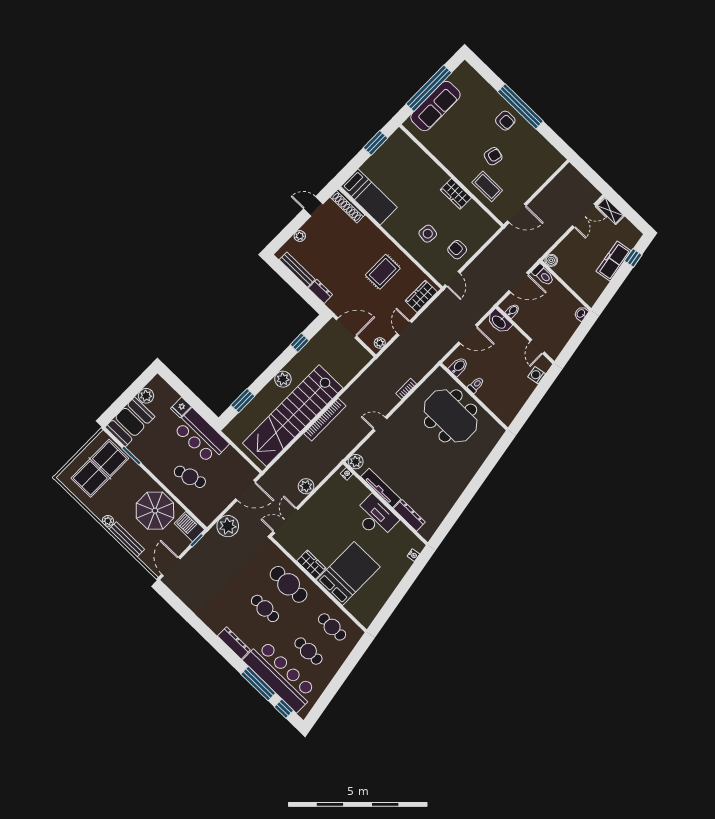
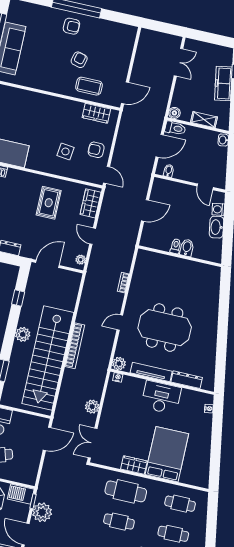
wardrobe: (456, 194) -> (96, 113), moved
shelving: (610, 211) -> (204, 120), moved
washbasin: (499, 322) -> (217, 227), moved, turned 81
bidet: (458, 367) -> (187, 248), moved
meeting table: (451, 416) -> (165, 328), moved
plant: (228, 526) -> (42, 512), moved

